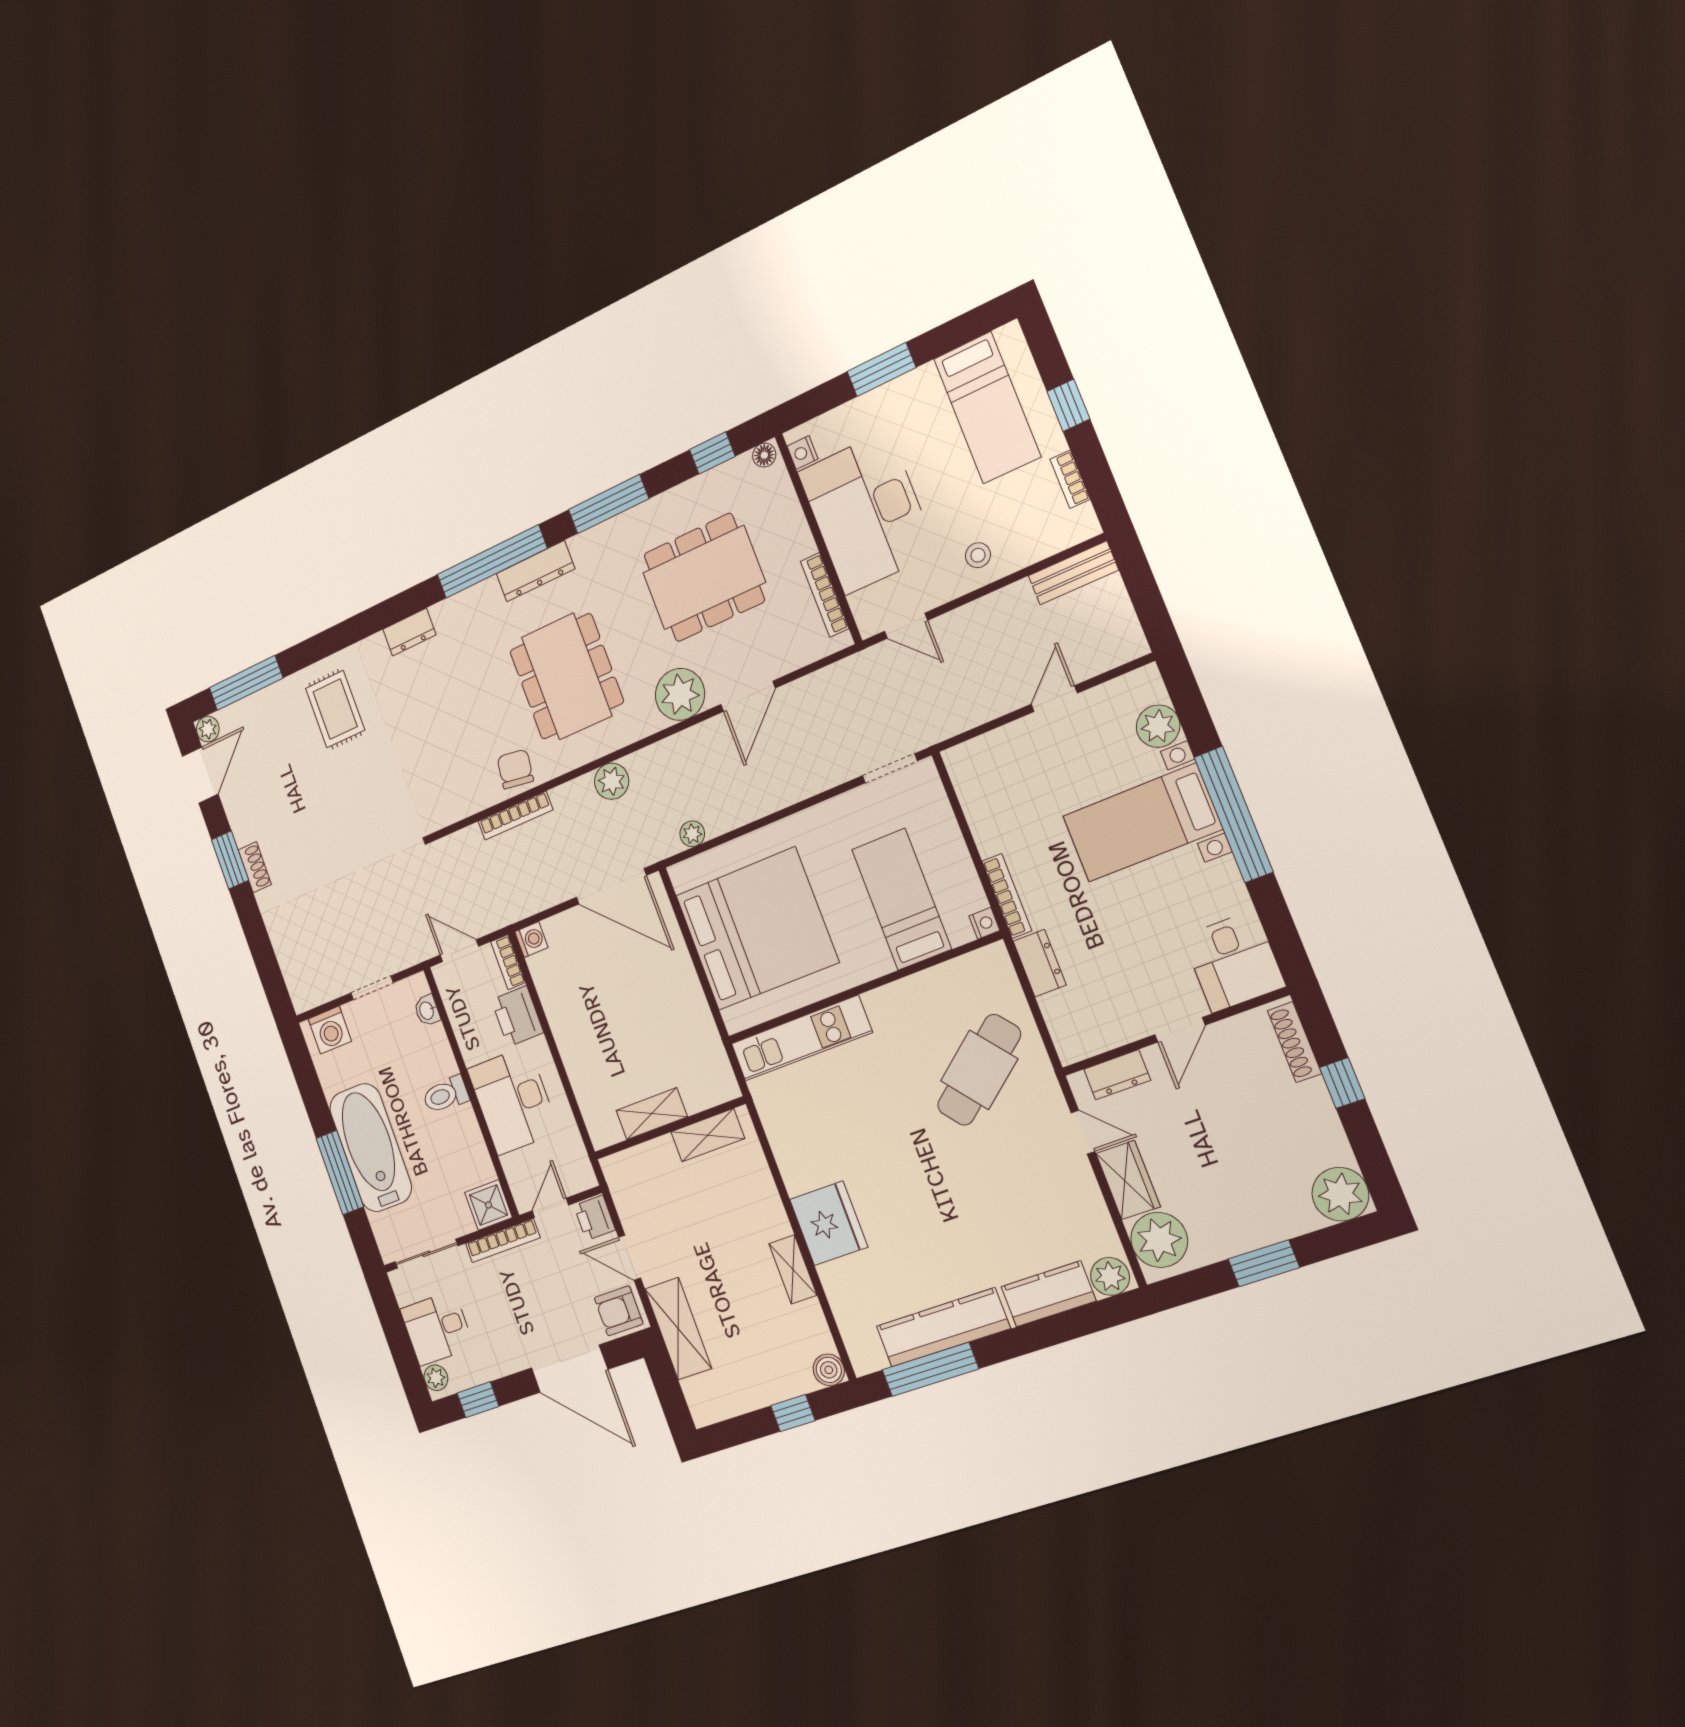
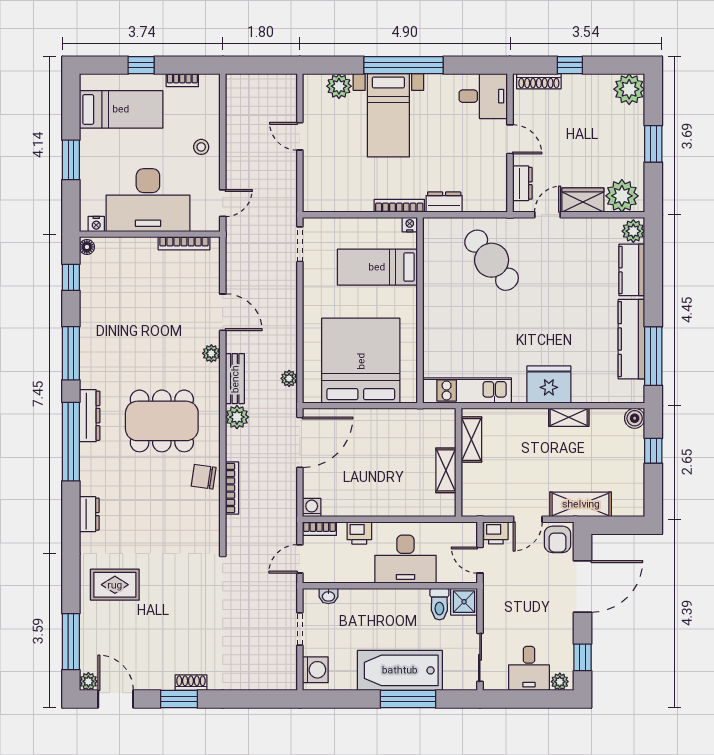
bench: (1073, 573) -> (235, 379), moved
dining table: (704, 578) -> (141, 311), removed
plant: (680, 694) -> (211, 353), width x0.53, depth x0.53
printer: (517, 1016) -> (359, 533), width x0.73, depth x0.81
kitchen unit: (801, 1038) -> (467, 391), moved, turned -90
toilet: (446, 1095) -> (439, 604), moved
bookcase: (503, 1241) -> (489, 601), removed

